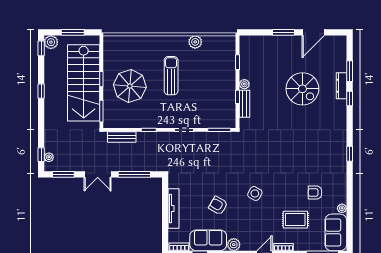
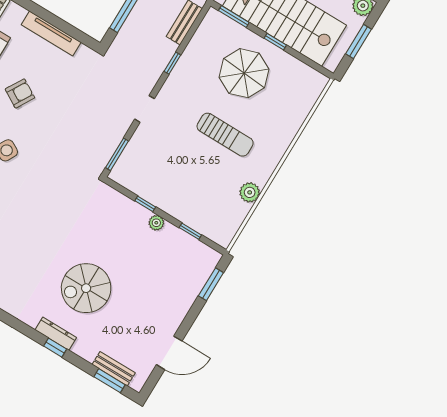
window: (283, 32) -> (211, 284), moved
door: (313, 32) -> (169, 353), swing flipped
window: (350, 71) -> (109, 381), moved
dresser: (341, 86) -> (56, 334), moved
spiral stairs: (302, 89) -> (86, 288), moved
bench: (244, 104) -> (114, 369), moved

